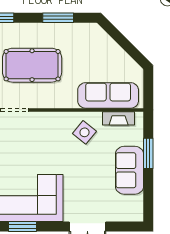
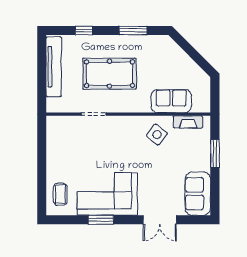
sofa: (108, 95) -> (171, 101), width x0.73
sofa: (129, 170) -> (198, 194), moved

